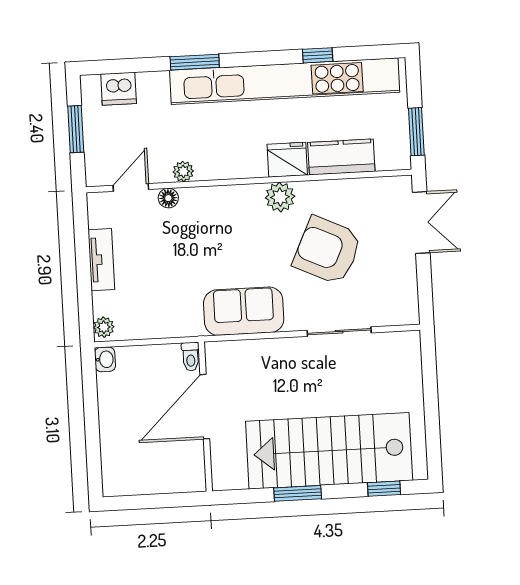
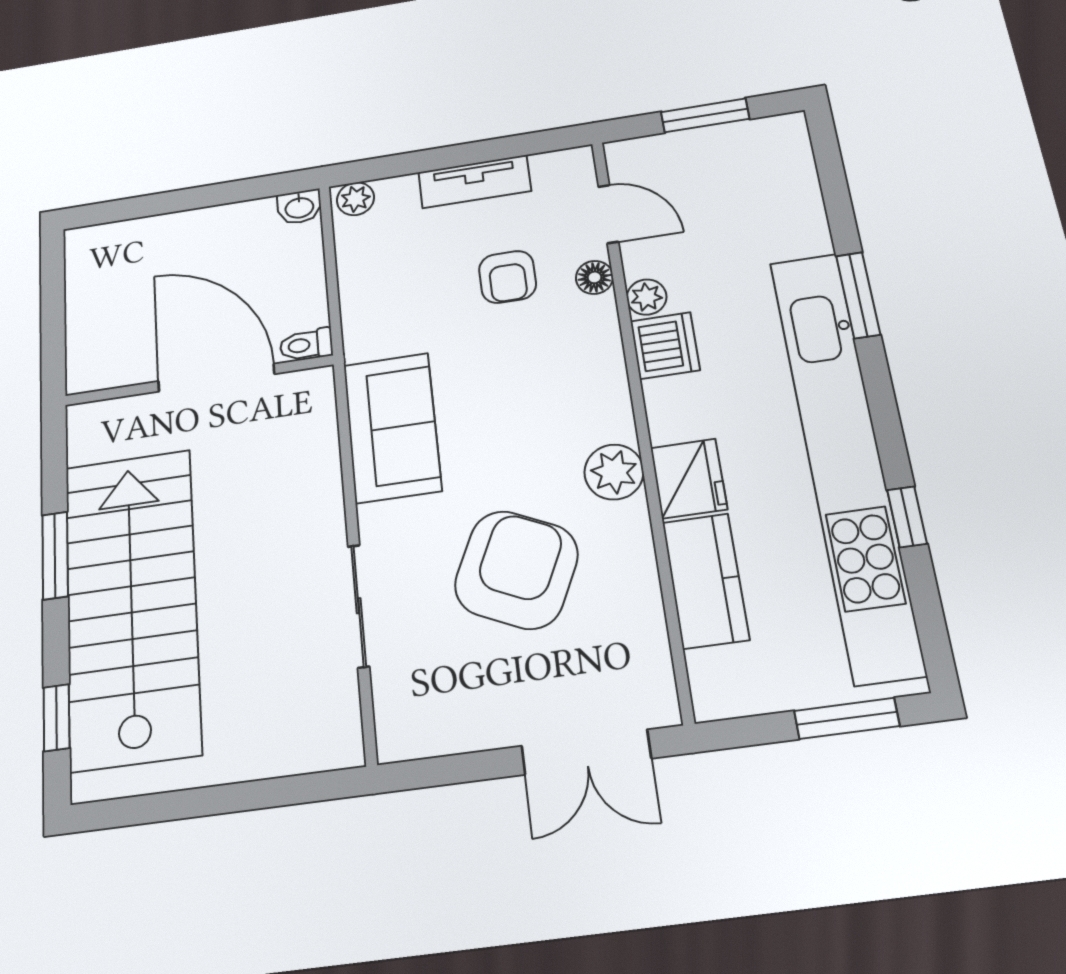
dishwasher: (119, 89) -> (665, 346), moved, turned 180
window: (416, 132) -> (847, 718), moved
armchair: (163, 245) -> (508, 277), added

